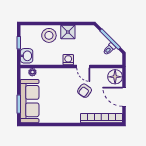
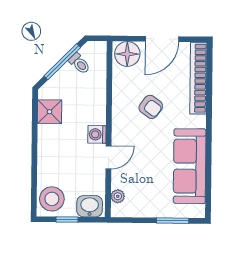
shower: (68, 32) -> (50, 112), moved
stool: (49, 35) -> (52, 199), moved
door: (83, 66) -> (108, 157), moved
sofa: (30, 101) -> (190, 166), moved, turned -90

